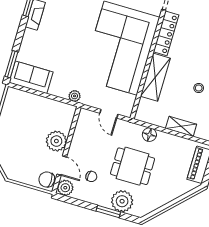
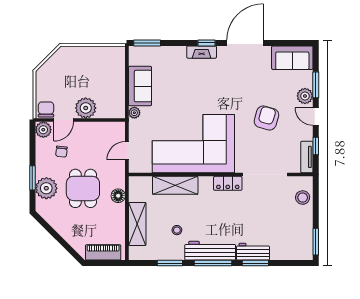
locker: (166, 33) -> (228, 183), width x0.66
sofa: (31, 77) -> (140, 86), moved
shelving: (181, 126) -> (137, 224), width x1.50, depth x1.33

